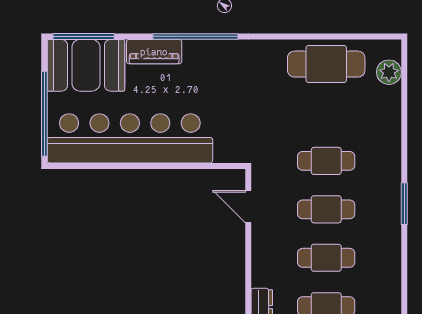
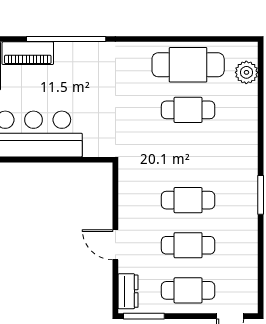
cafe table: (326, 161) -> (188, 110), moved
door: (248, 207) -> (115, 245), moved

